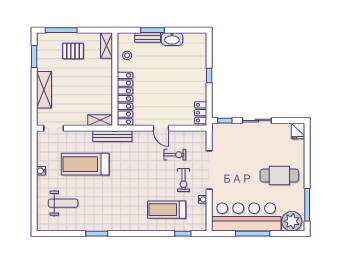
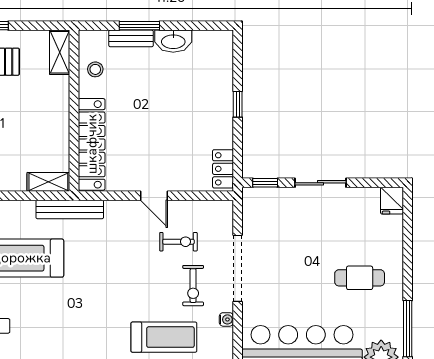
cafe table: (279, 175) -> (360, 278), width x0.73, depth x0.74
treadmill: (167, 210) -> (164, 337), turned 180

